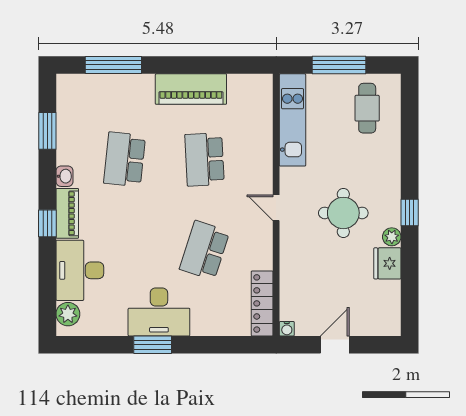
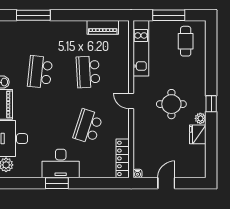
piano: (191, 89) -> (103, 27), moved, width x0.73, depth x0.75

